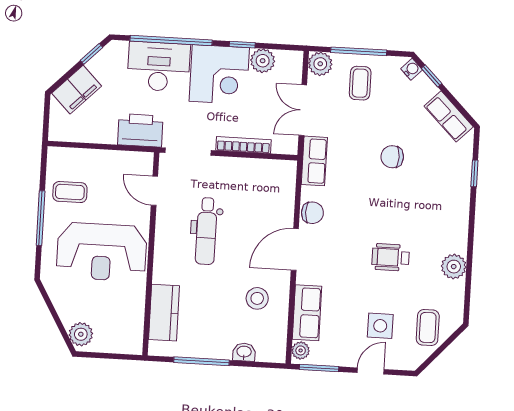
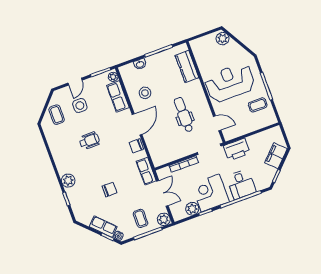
desk: (159, 67) -> (241, 184), width x0.73
row of seats: (449, 116) -> (103, 227), moved
plant: (454, 267) -> (68, 181), moved

